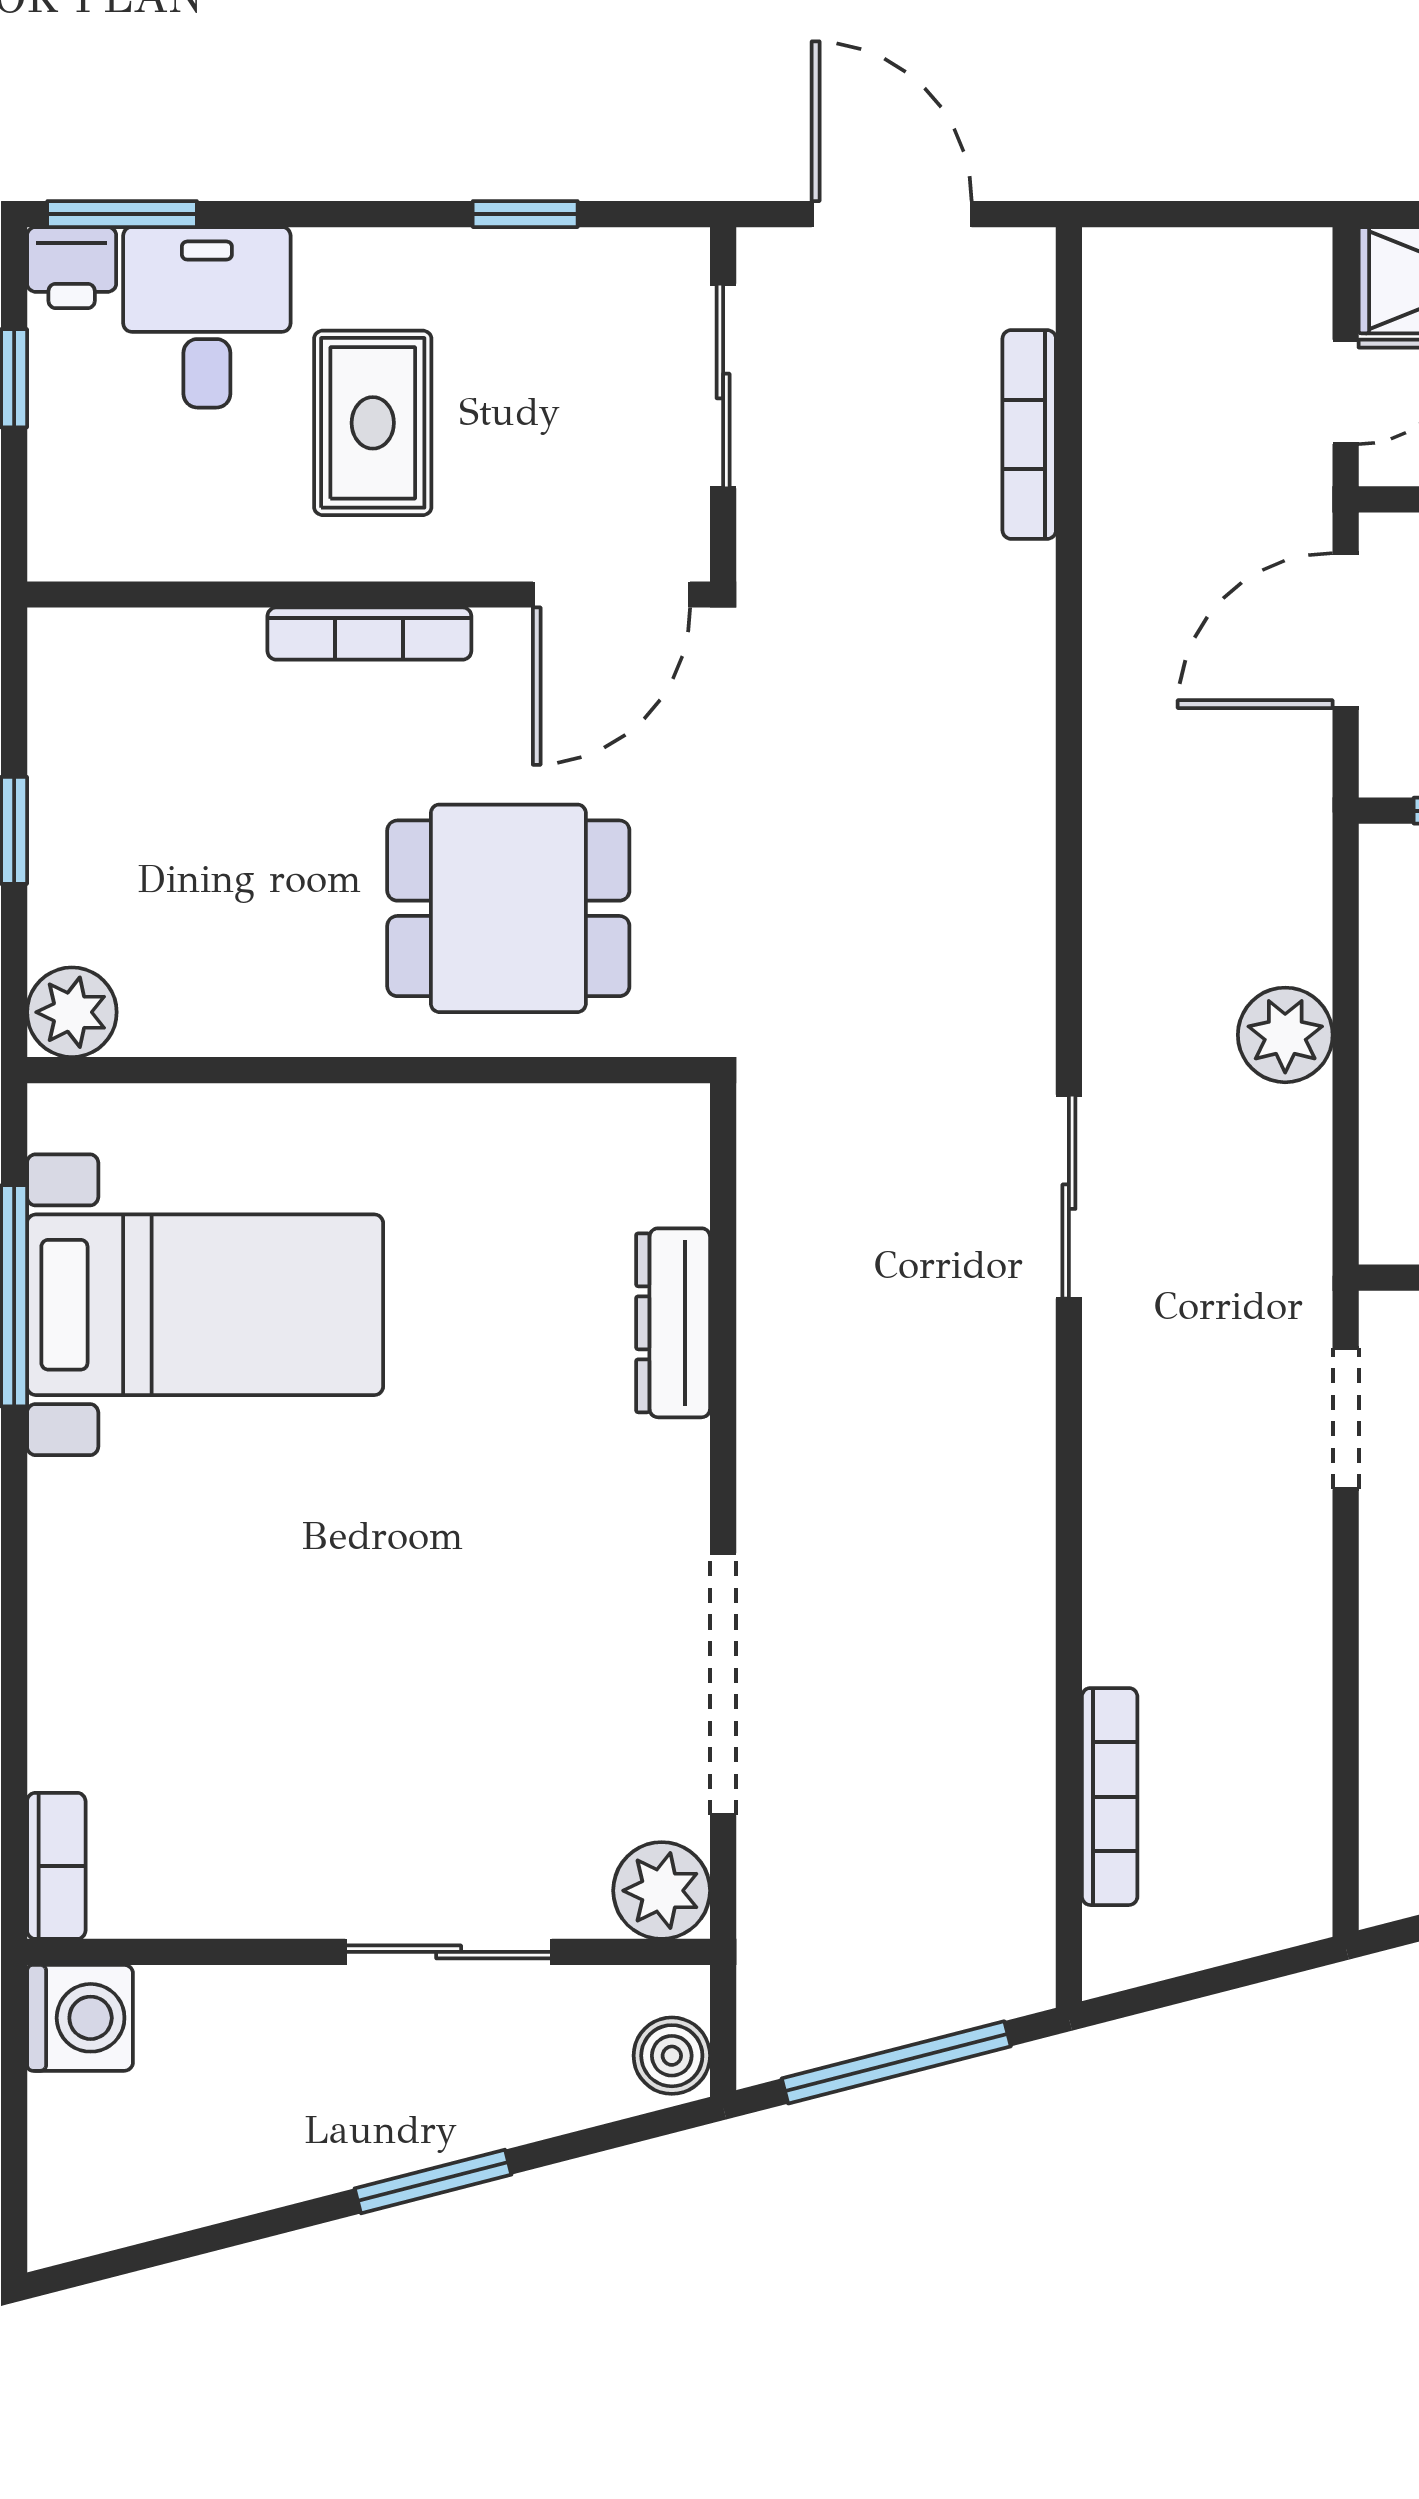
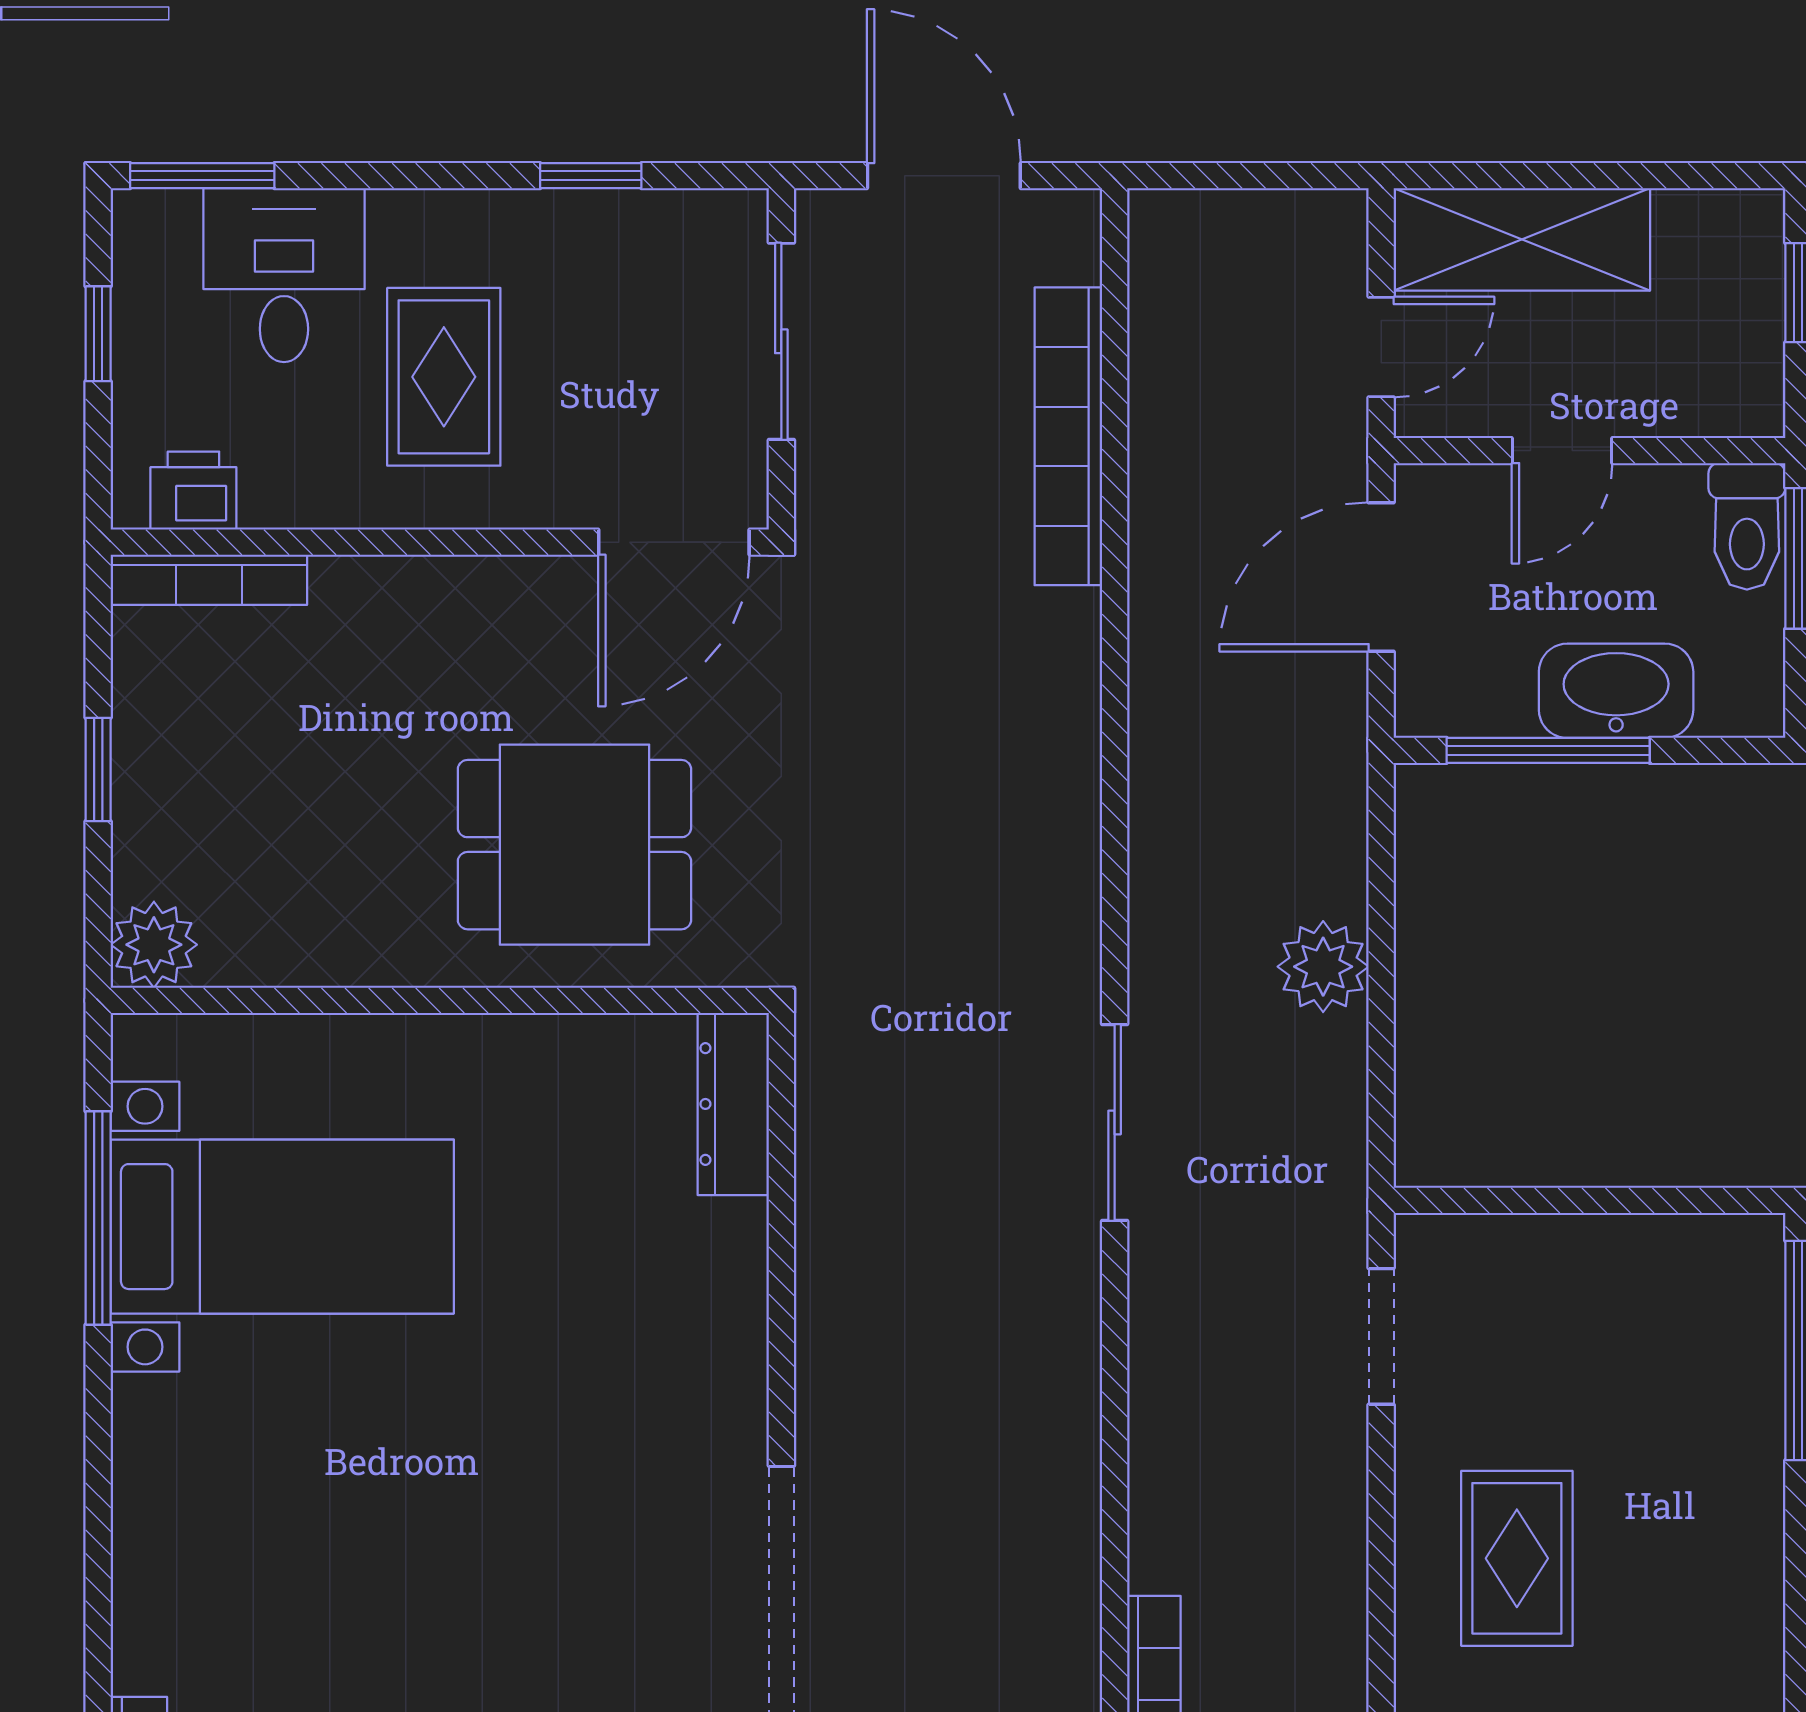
printer: (72, 268) -> (193, 491), moved, turned 180
bookcase: (1029, 435) -> (1068, 436), width x1.48, depth x1.31
bookcase: (369, 634) -> (209, 580), moved
dresser: (673, 1323) -> (733, 1104), moved

